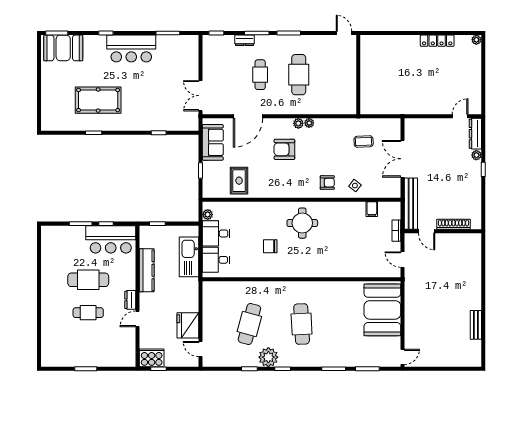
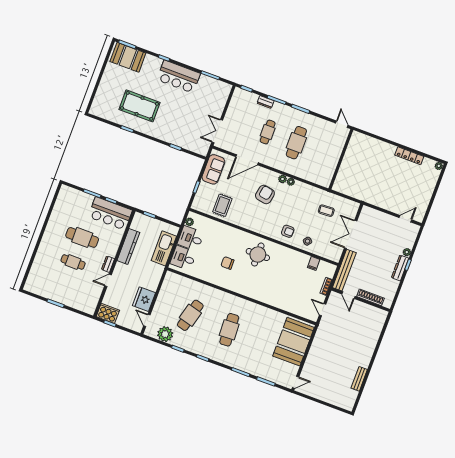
dresser: (475, 134) -> (400, 268), moved
armchair: (284, 149) -> (265, 194), turned 100
plant: (268, 357) -> (165, 334), moved

